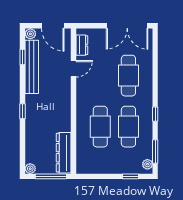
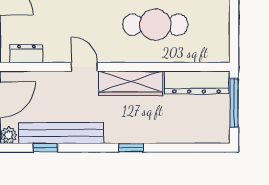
door: (74, 69) -> (84, 67), moved
wardrobe: (63, 111) -> (131, 83), added
plant: (30, 169) -> (222, 135), removed

